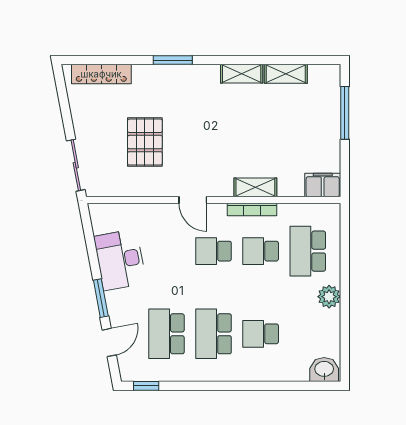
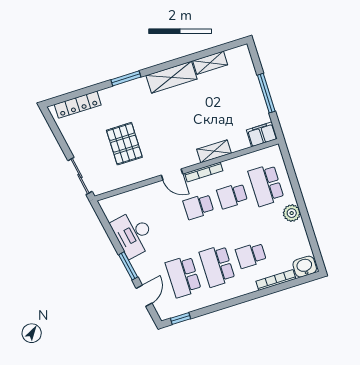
shelving: (242, 74) -> (172, 77), width x1.50, depth x1.33
window: (345, 113) -> (266, 93), moved
bookcase: (252, 210) -> (204, 172), moved
bookcase: (282, 375) -> (276, 280), added

